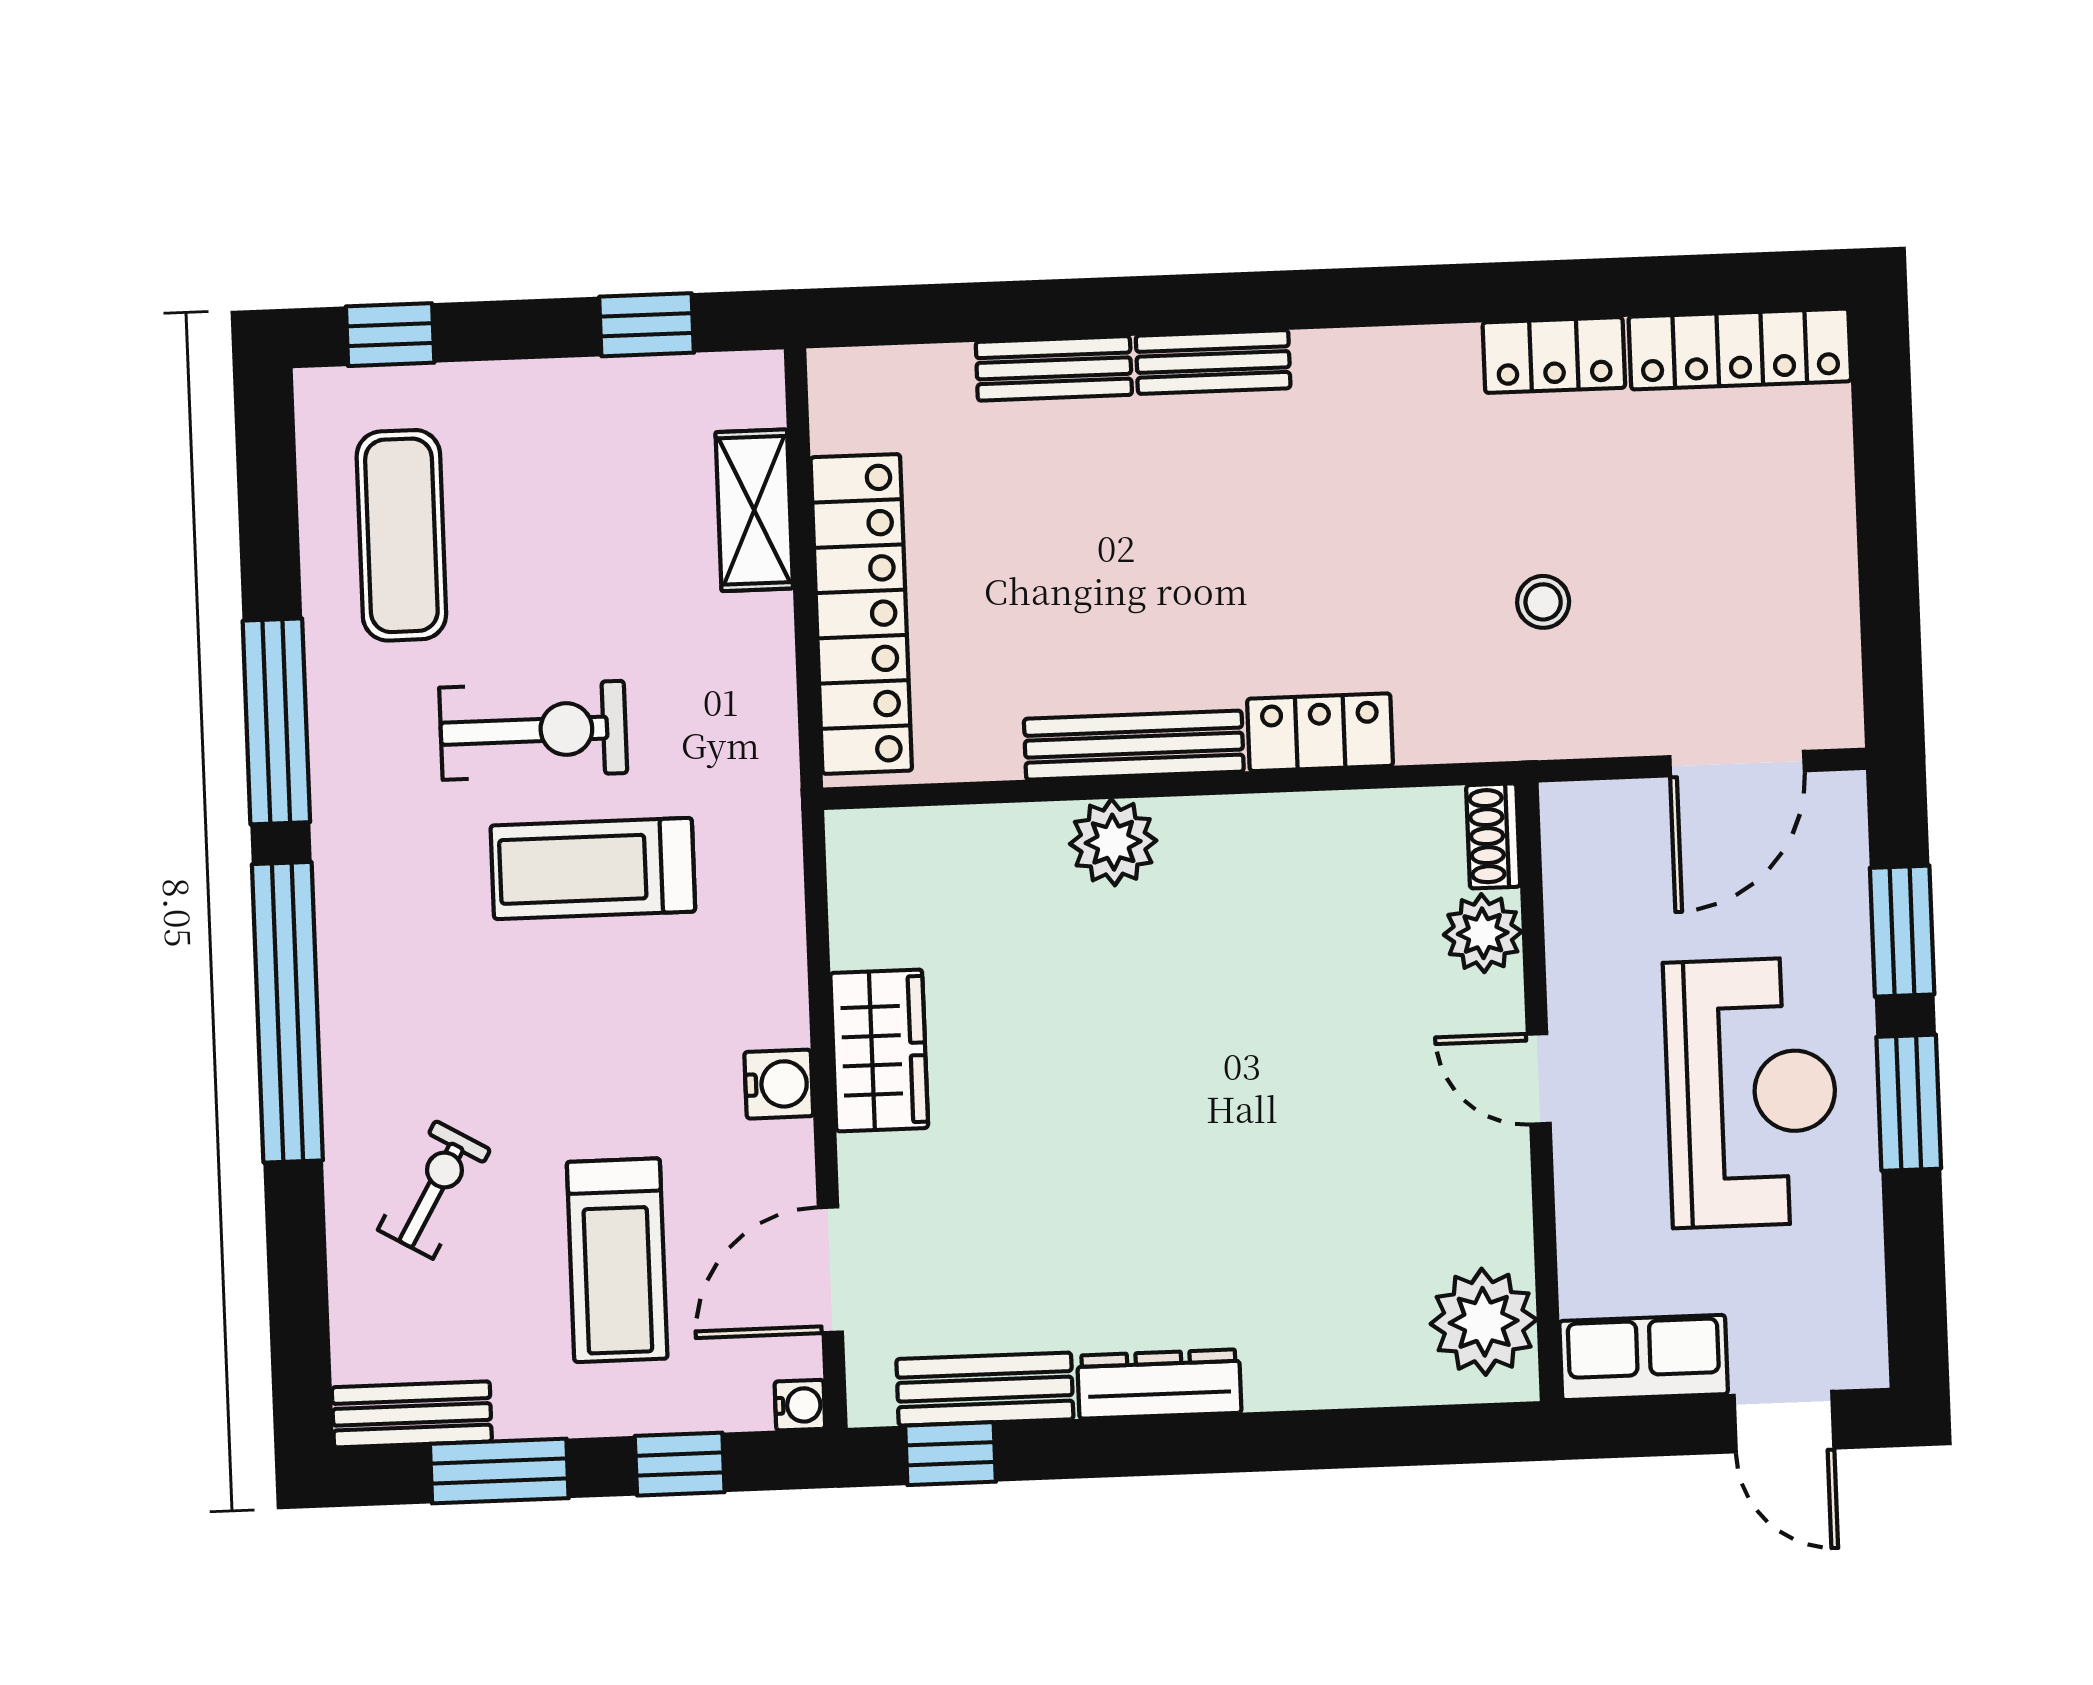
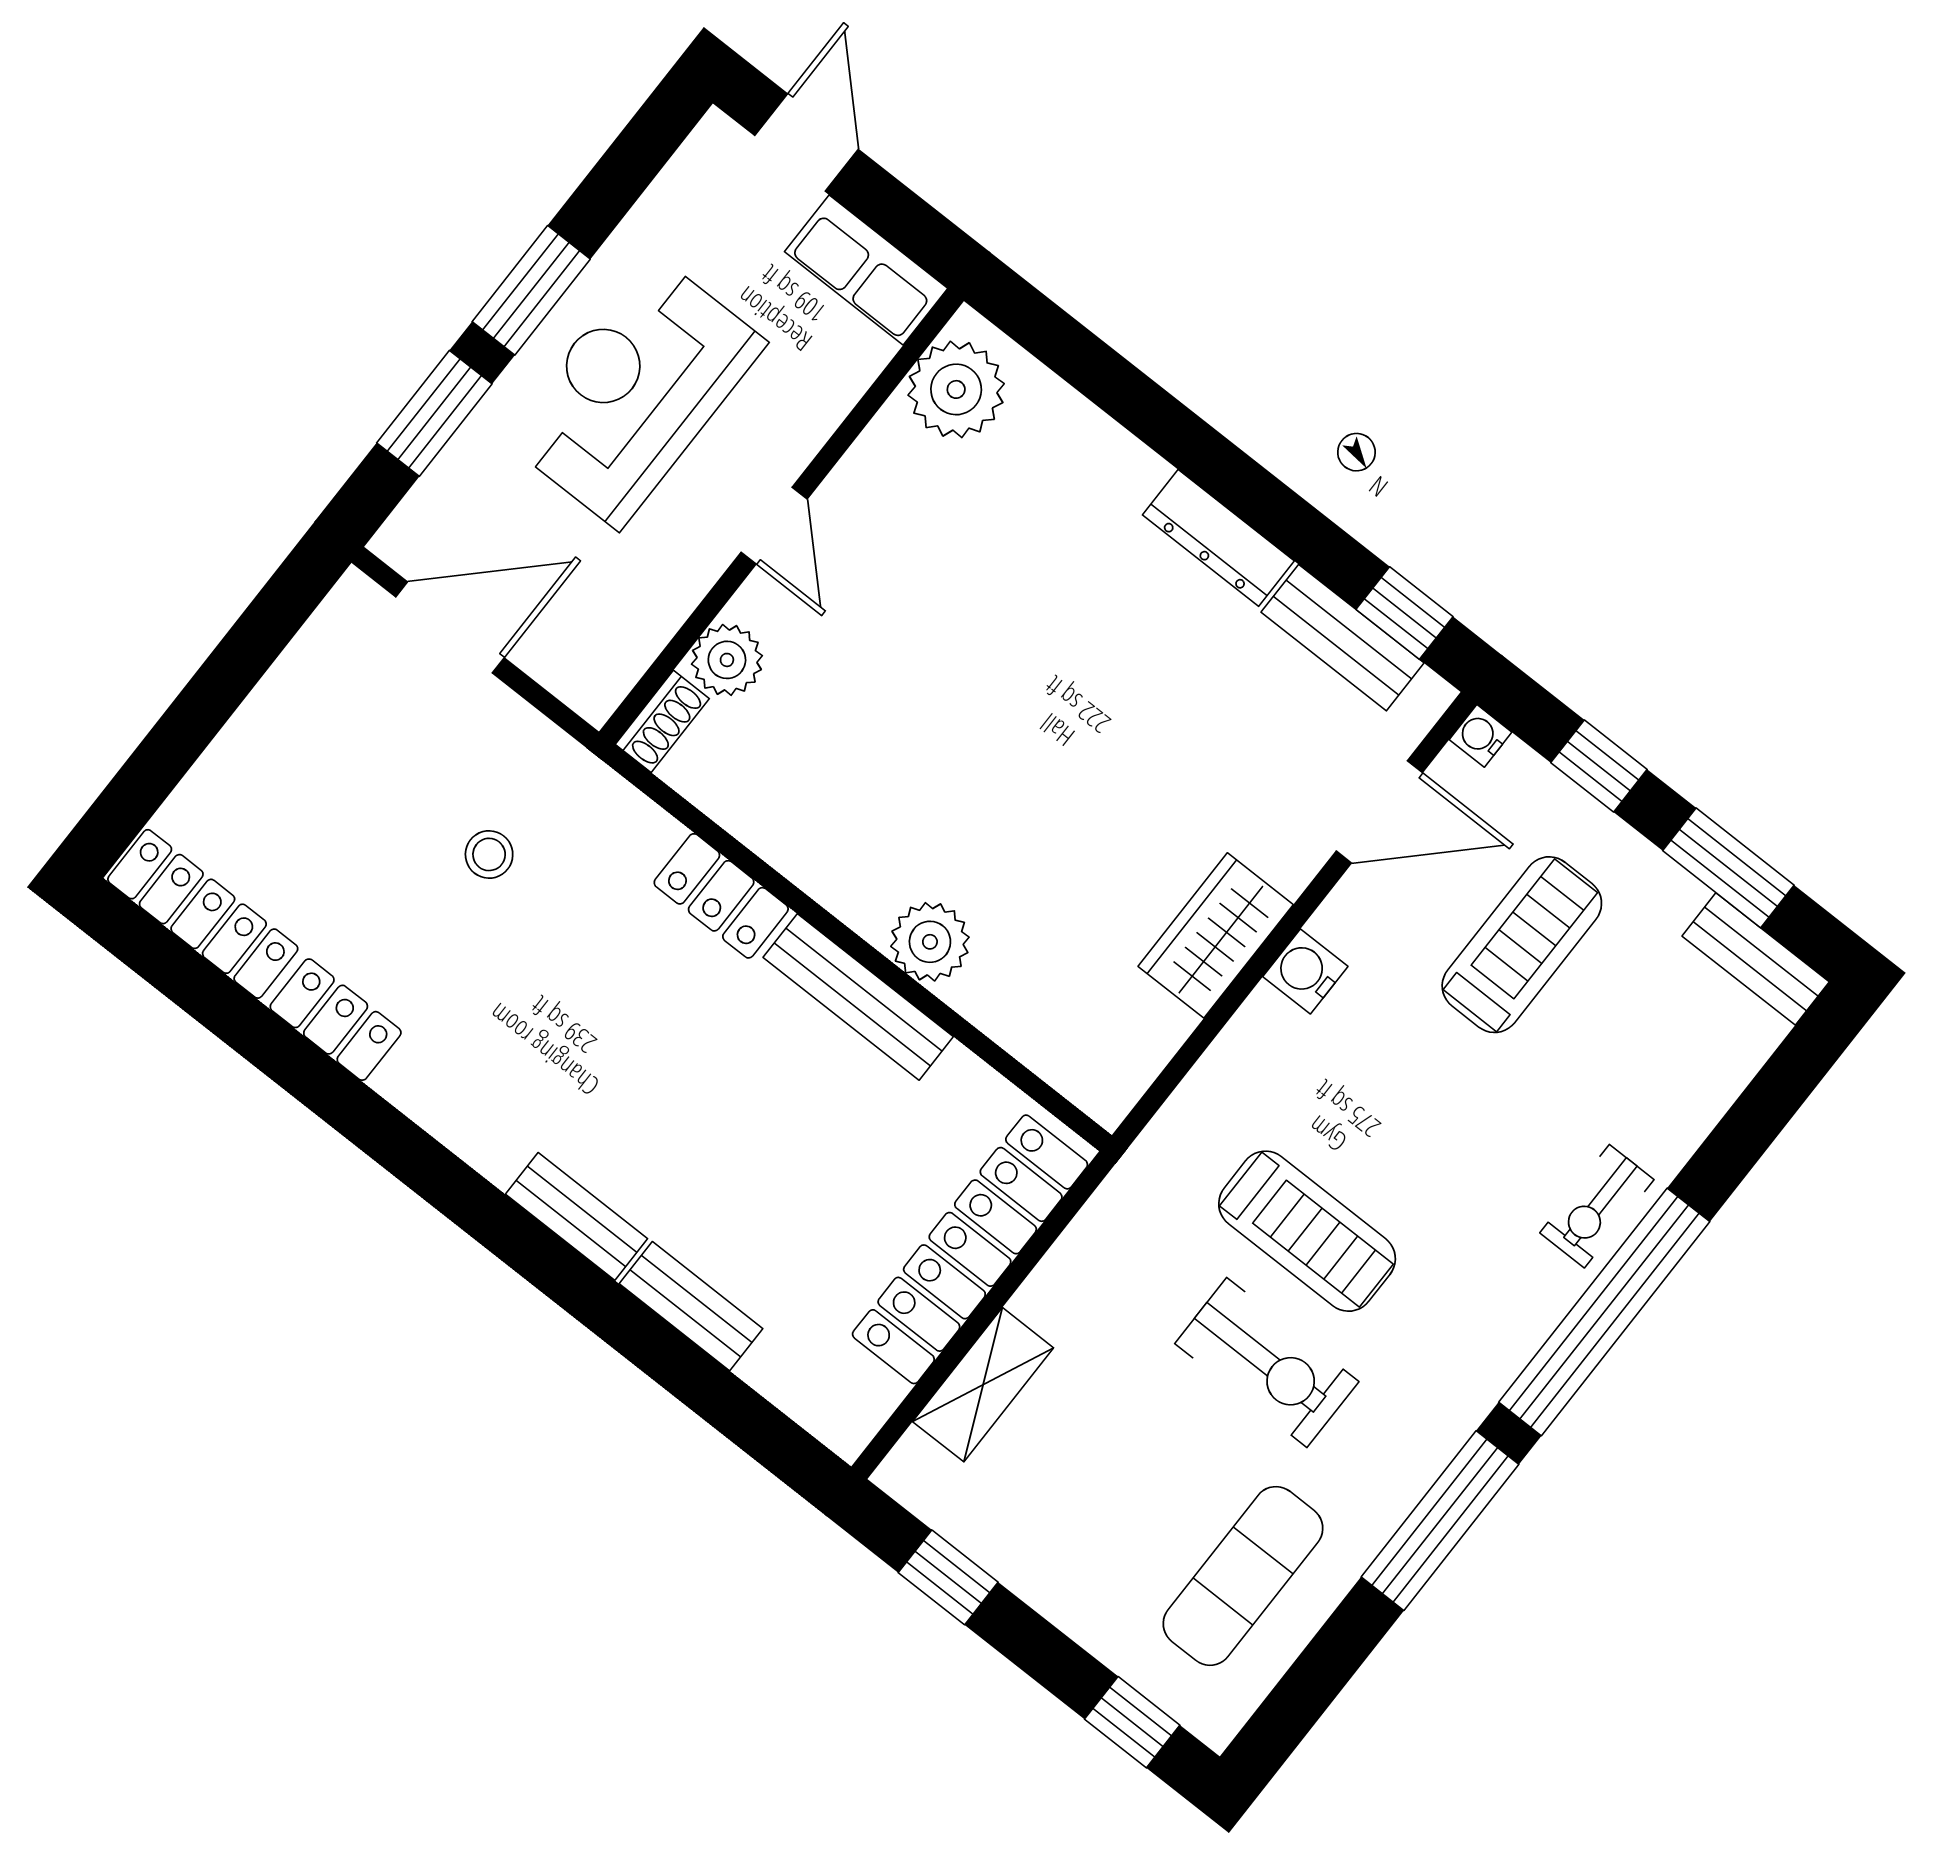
exercise bike: (533, 730) -> (1267, 1363), turned 180
exercise bike: (434, 1190) -> (1597, 1206), moved, turned -30

